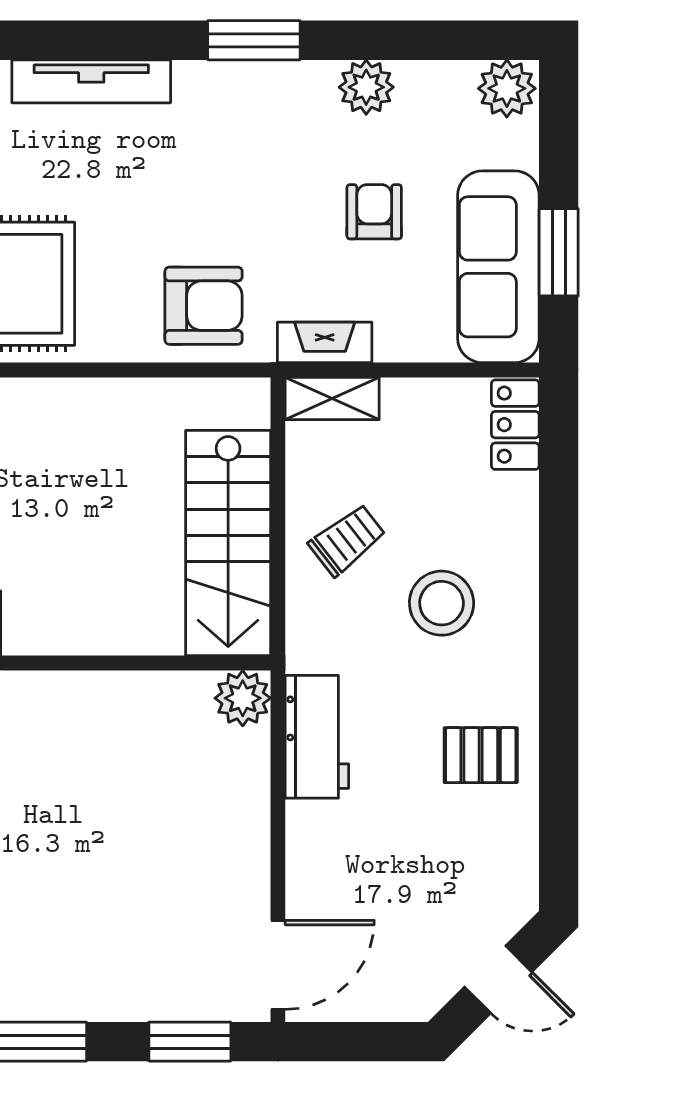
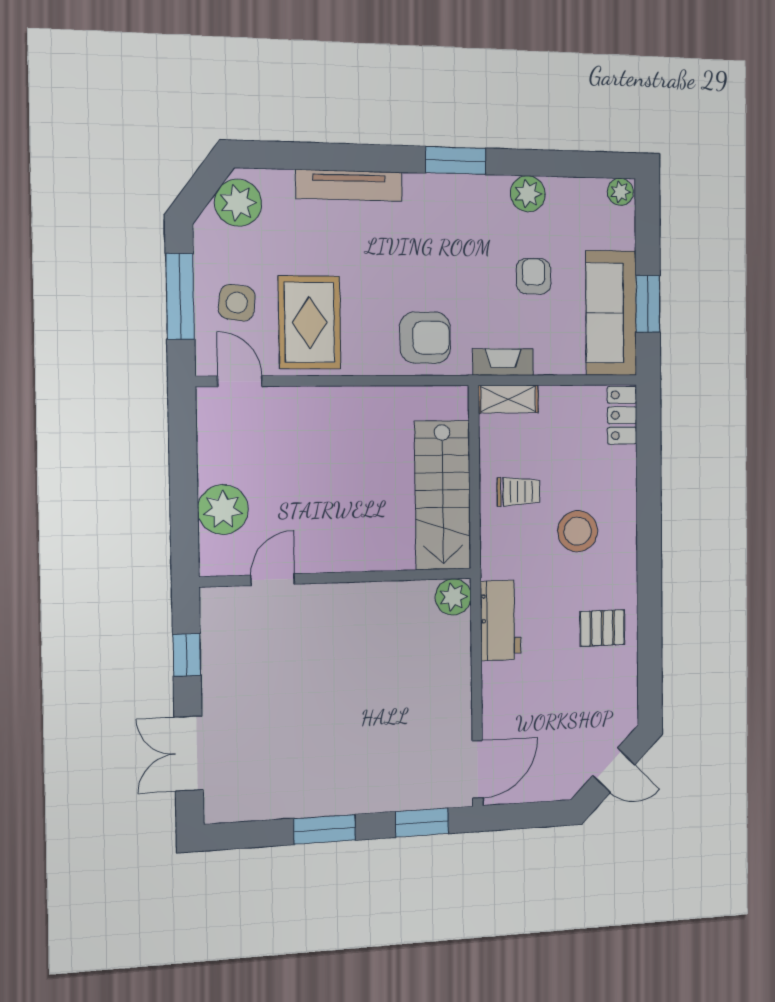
plant: (507, 88) -> (620, 192), width x0.73, depth x0.73
trolley: (347, 540) -> (518, 492), turned 38

